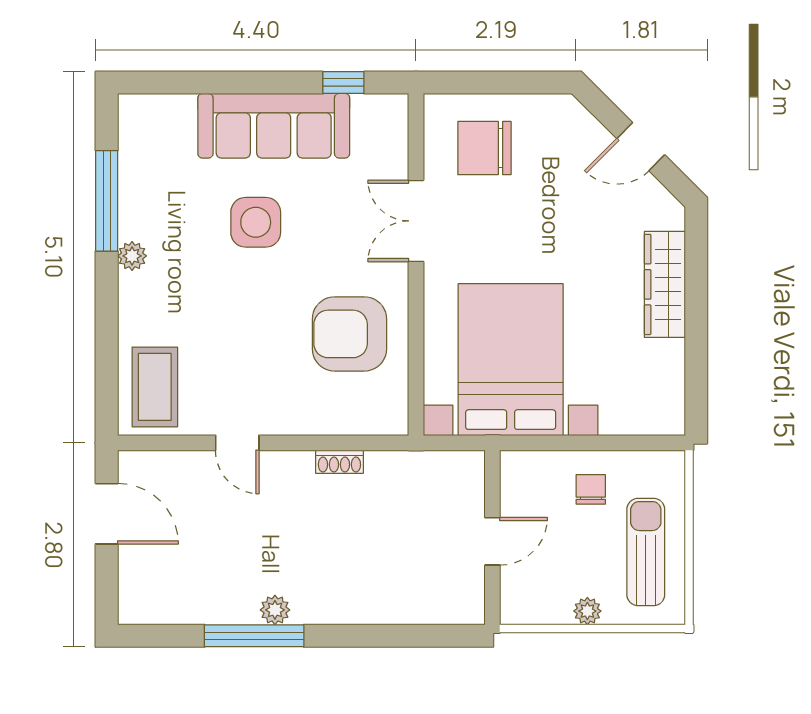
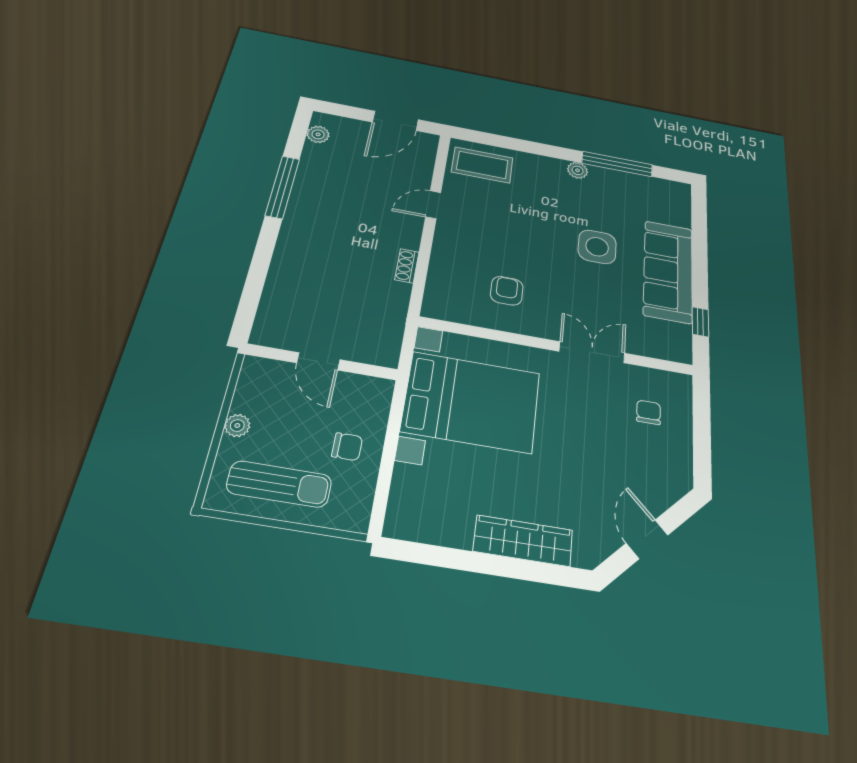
chair: (484, 148) -> (649, 412), width x0.54, depth x0.54
armchair: (349, 334) -> (507, 291), width x0.53, depth x0.53
plant: (275, 610) -> (318, 134), moved

